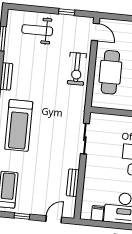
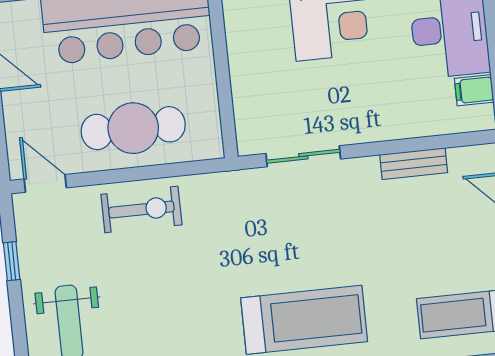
door: (95, 32) -> (45, 183), hinge flipped

